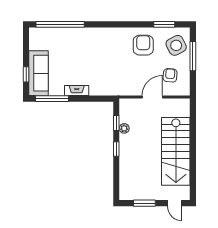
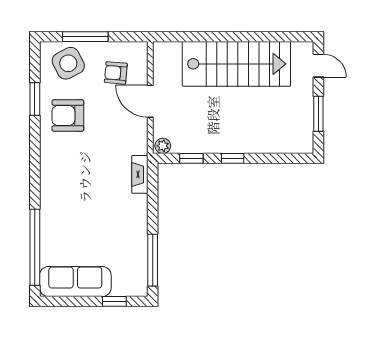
window: (164, 24) -> (35, 99), moved
sofa: (39, 73) -> (75, 282), moved
fireplace: (77, 91) -> (140, 174), moved
plant: (124, 128) -> (163, 146), moved
door: (175, 203) -> (318, 66), hinge flipped

